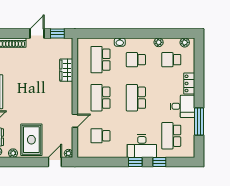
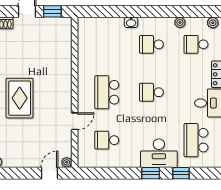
school desk: (100, 60) -> (107, 44), removed
wardrobe: (66, 70) -> (64, 57), removed
school desk: (136, 98) -> (151, 92), width x0.54
rug: (31, 140) -> (20, 98), moved

